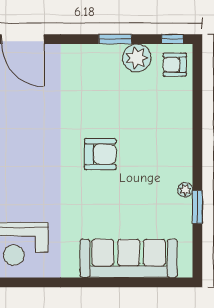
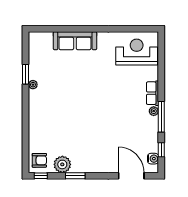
armchair: (100, 154) -> (84, 106), removed
sofa: (129, 258) -> (75, 41), width x0.74, depth x0.79

